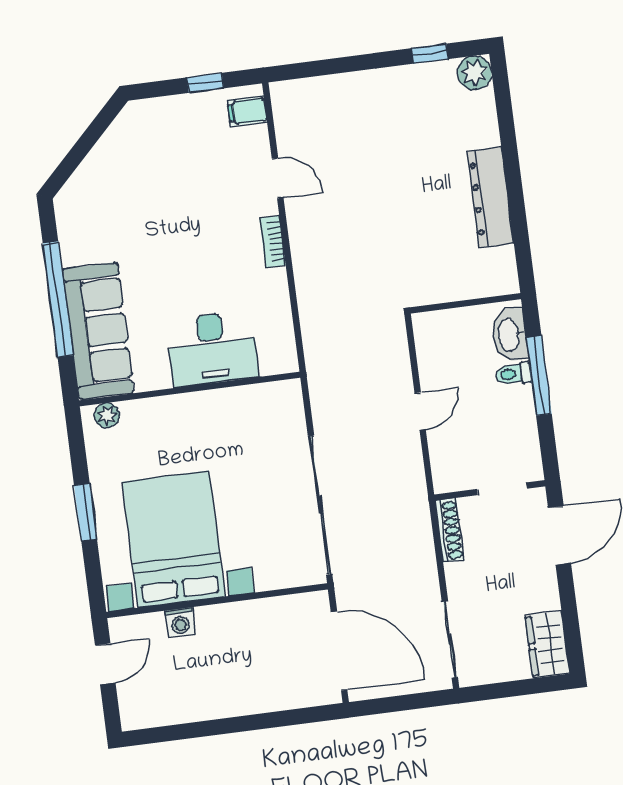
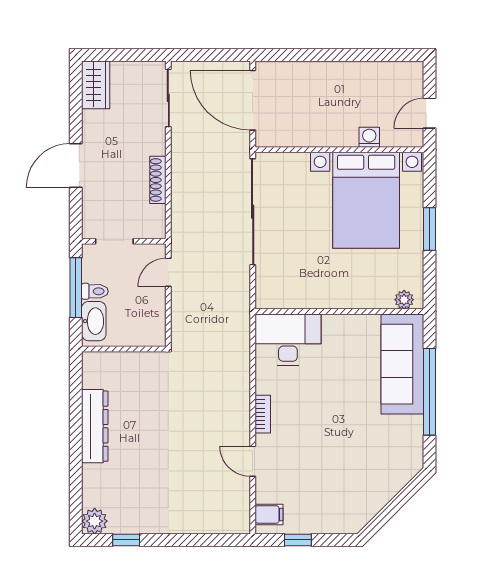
desk: (212, 348) -> (288, 340), moved
doorway: (502, 489) -> (114, 241), moved
wall: (490, 490) -> (124, 241), moved

